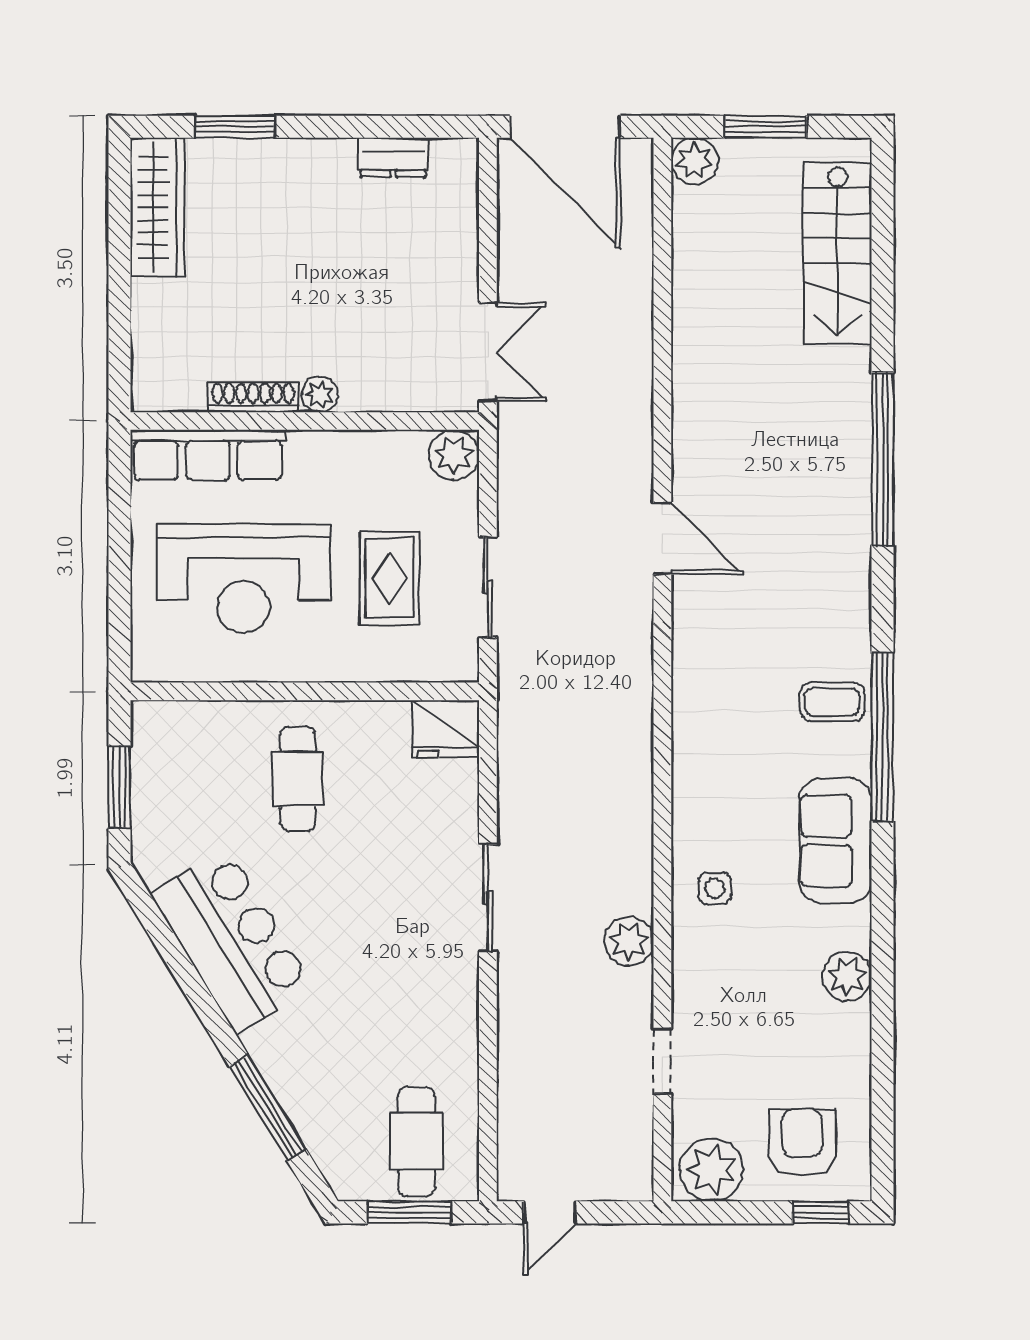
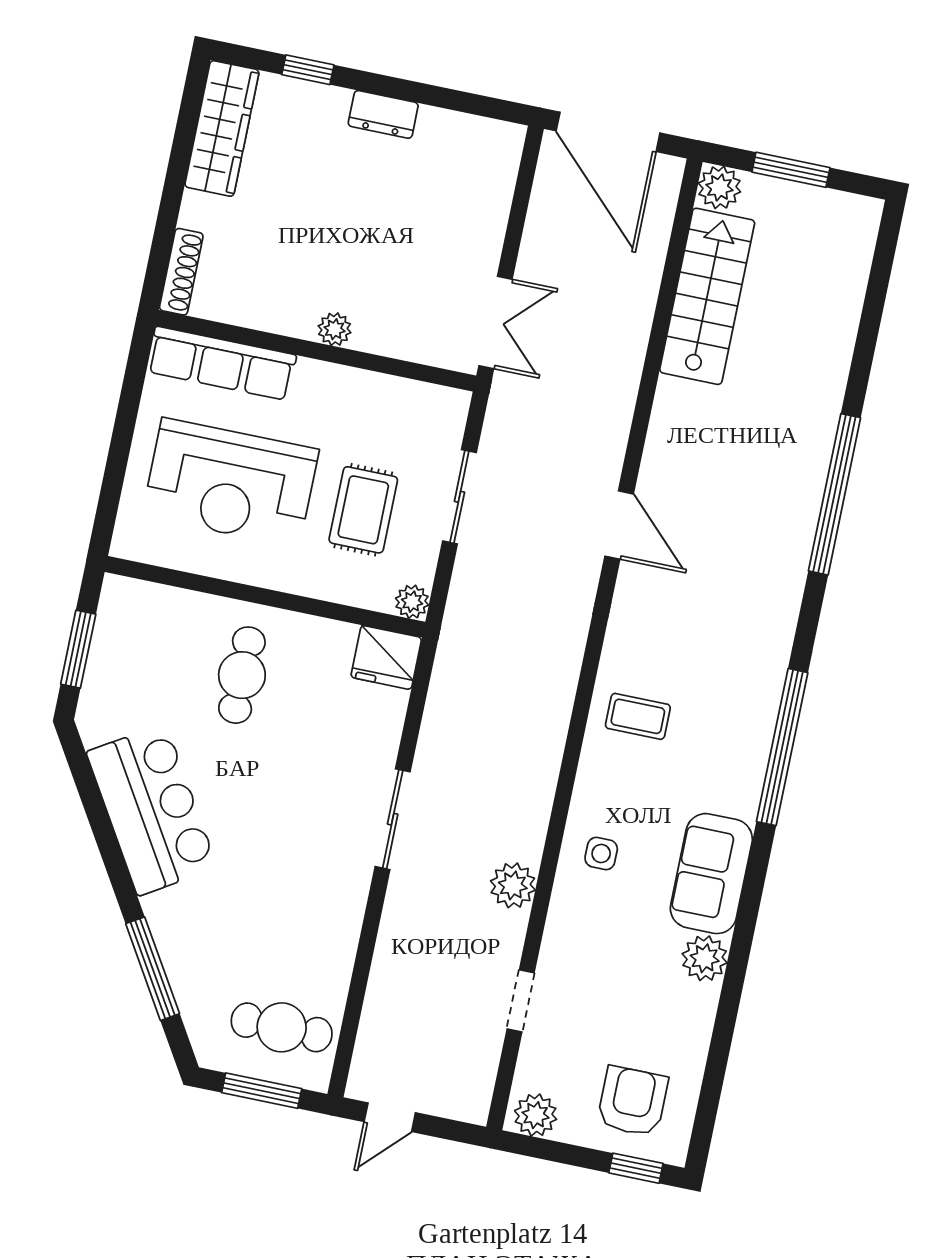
window: (235, 127) -> (308, 70), width x0.67
dresser: (393, 157) -> (383, 114), moved
stairs: (837, 253) -> (707, 296), moved, turned 180
shoe rack: (253, 397) -> (181, 272), moved, turned 90
plant: (454, 455) -> (412, 602), moved, width x0.73, depth x0.73
sliding door: (488, 587) -> (459, 497), moved
coffee table: (832, 702) -> (638, 716), moved
sofa: (835, 841) -> (711, 874), moved
cafe table: (416, 1141) -> (282, 1027), turned 90
plant: (711, 1170) -> (536, 1115), width x0.73, depth x0.73

